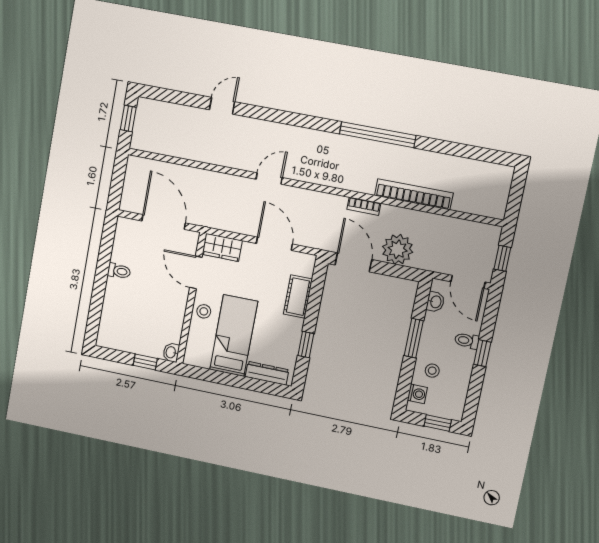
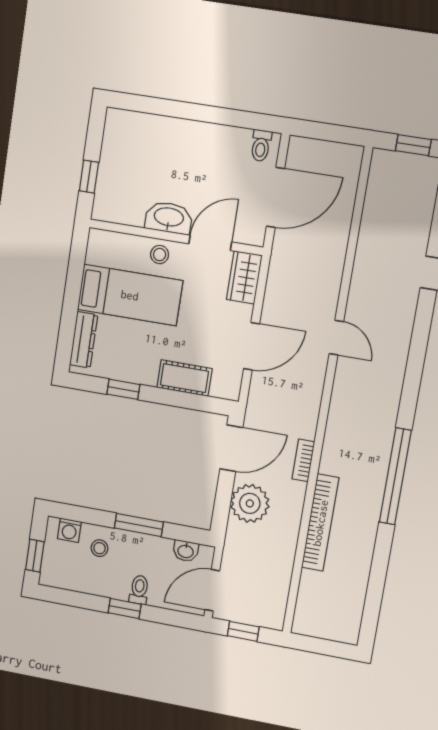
toilet: (119, 271) -> (261, 146), moved
washbasin: (171, 352) -> (169, 218), moved, width x1.91, depth x1.45

